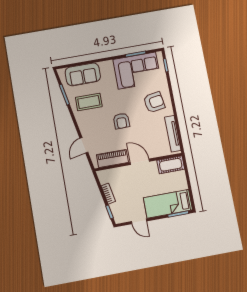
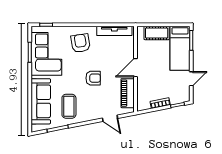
sofa: (83, 74) -> (41, 101), width x1.36
cot: (171, 165) -> (157, 33), moved, turned 90

